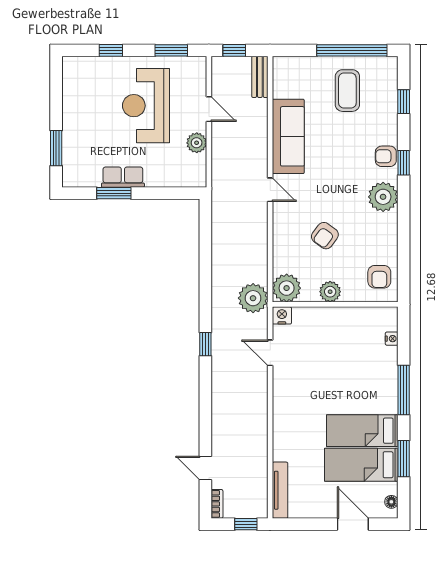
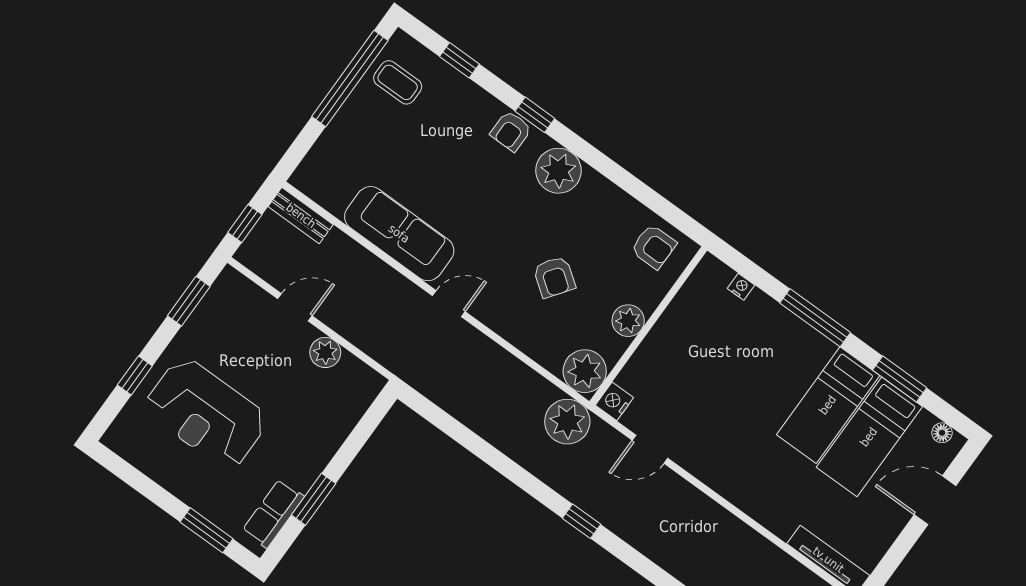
coffee table: (347, 91) -> (398, 82), moved, width x0.73, depth x0.77
reception desk: (146, 106) -> (206, 414), moved
row of seats: (123, 177) -> (273, 514), moved

